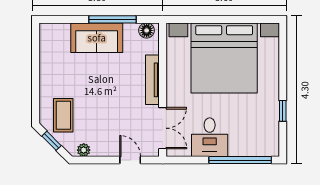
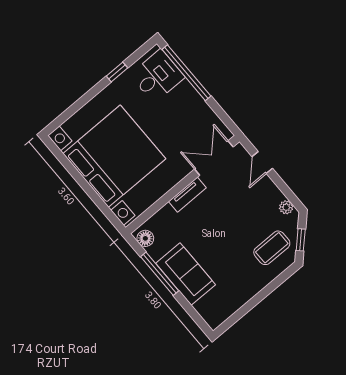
tv unit: (152, 80) -> (187, 195), width x0.71
desk: (210, 137) -> (157, 76), moved

